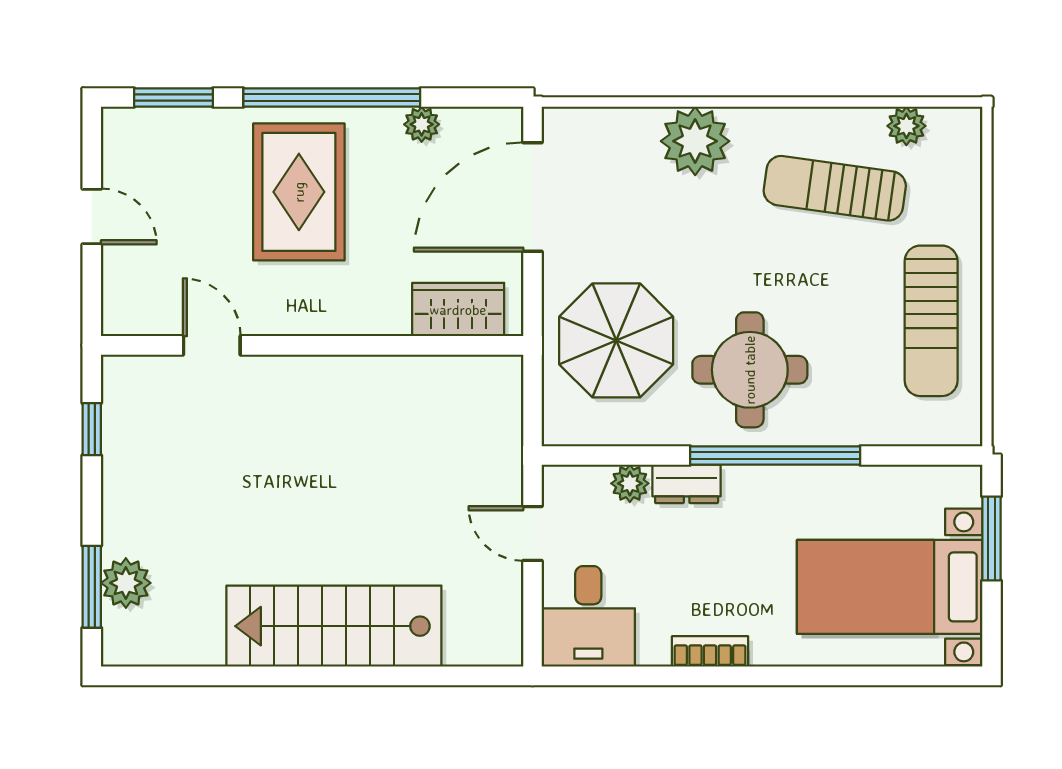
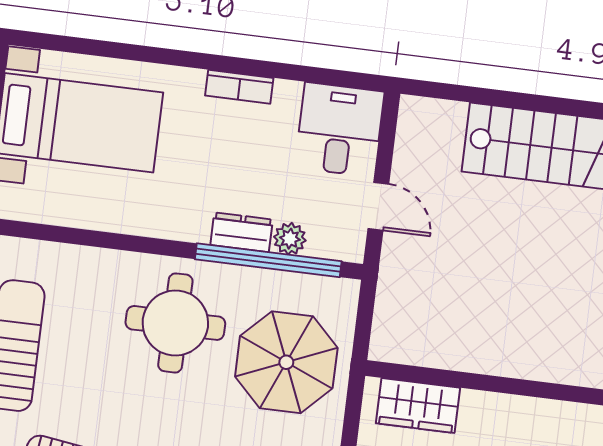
window: (775, 456) -> (268, 260), moved

